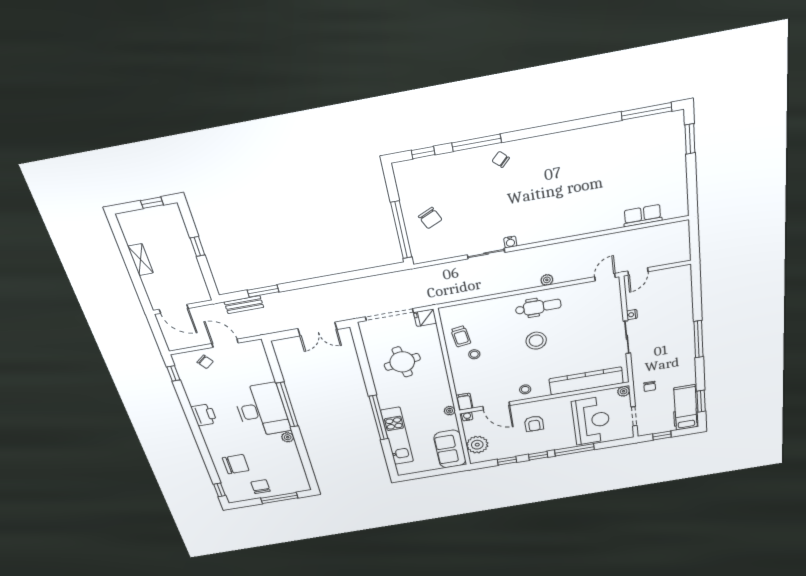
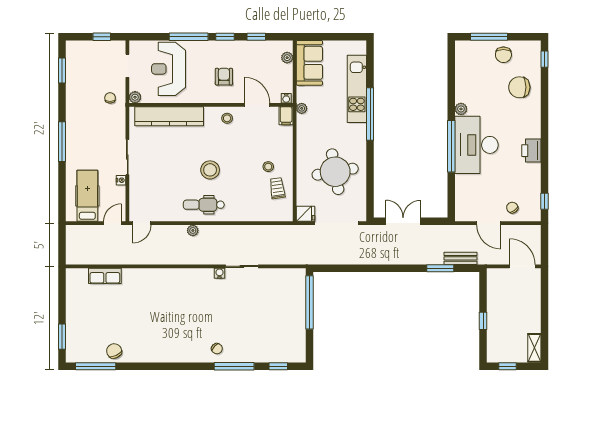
chair: (430, 218) -> (114, 351), moved
shelving: (141, 260) -> (534, 348), moved
round table: (402, 362) -> (335, 172), width x1.36, depth x1.36
hospital bed: (686, 408) -> (87, 196), moved, turned 180
plant: (477, 445) -> (287, 58), width x0.53, depth x0.53

